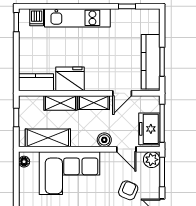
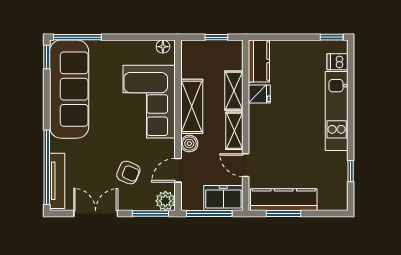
fridge: (70, 79) -> (259, 94), width x0.53, depth x0.75
freezer: (149, 129) -> (223, 198), moved
shelving: (48, 138) -> (192, 106), moved

